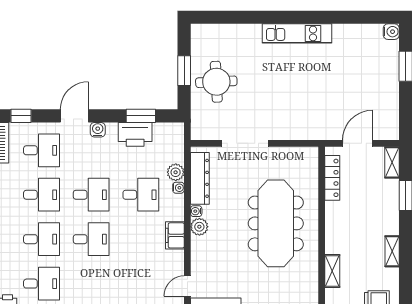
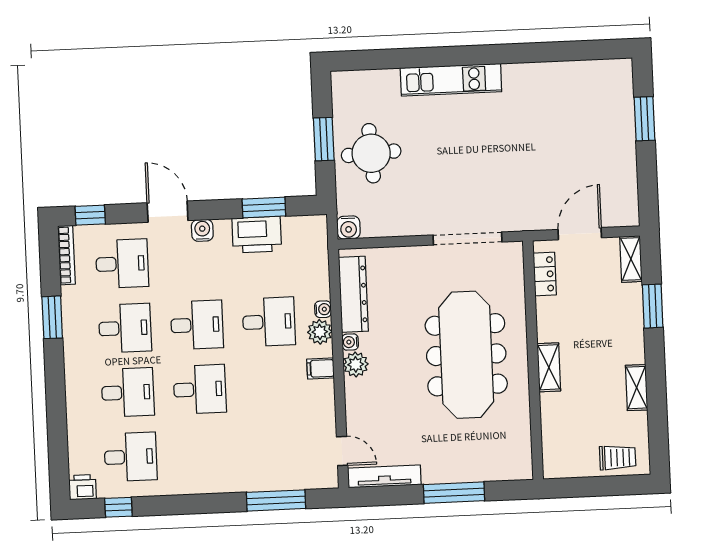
water cooler: (391, 32) -> (349, 228), moved, turned 90
kitchen unit: (297, 33) -> (451, 80), moved
door: (74, 116) -> (168, 212), hinge flipped
doorway: (245, 143) -> (468, 239), moved
plant: (176, 172) -> (320, 332), moved
locker: (332, 178) -> (545, 274), width x0.66
filing cabinet: (175, 235) -> (320, 368), width x0.50
shelving: (332, 271) -> (549, 367), moved
door: (187, 286) -> (342, 451), swing flipped

